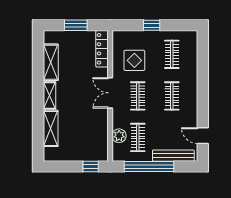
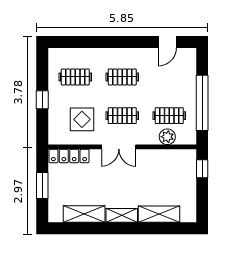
bench: (173, 156) -> (190, 75), removed

